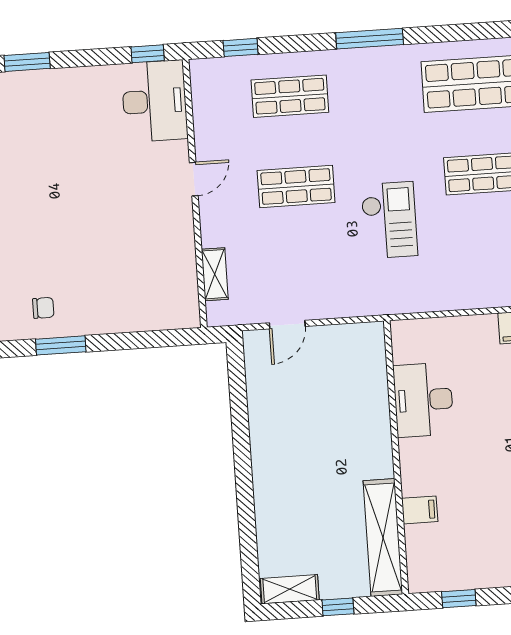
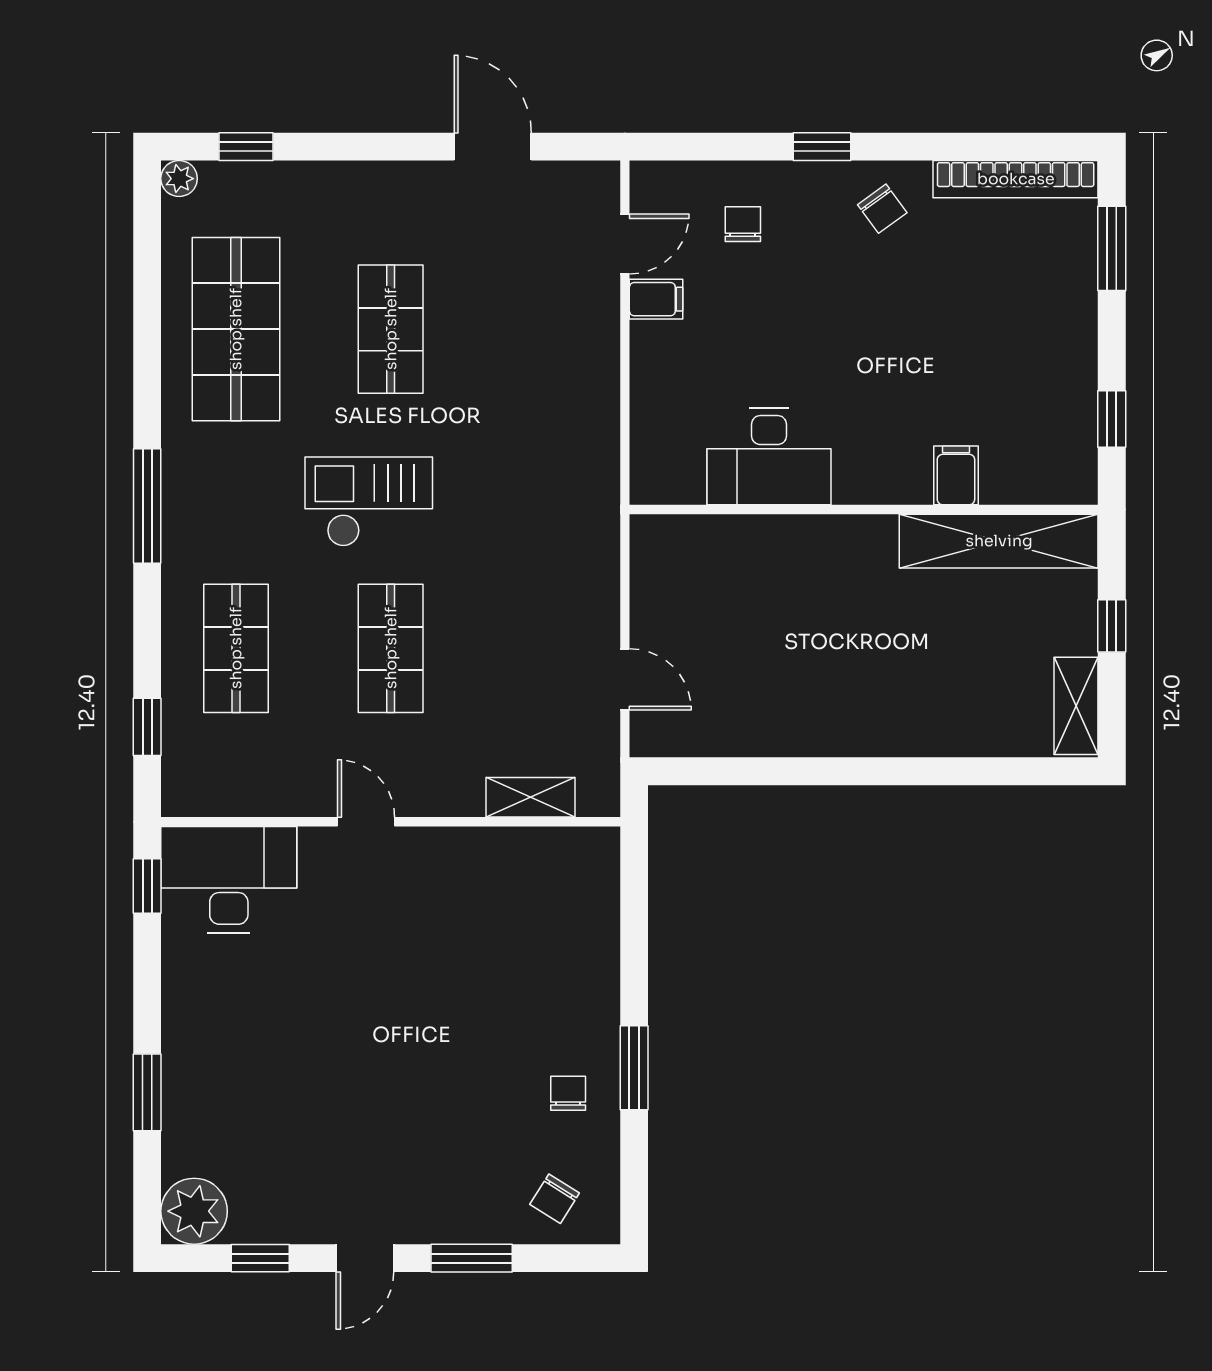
checkout: (389, 220) -> (369, 502), moved

